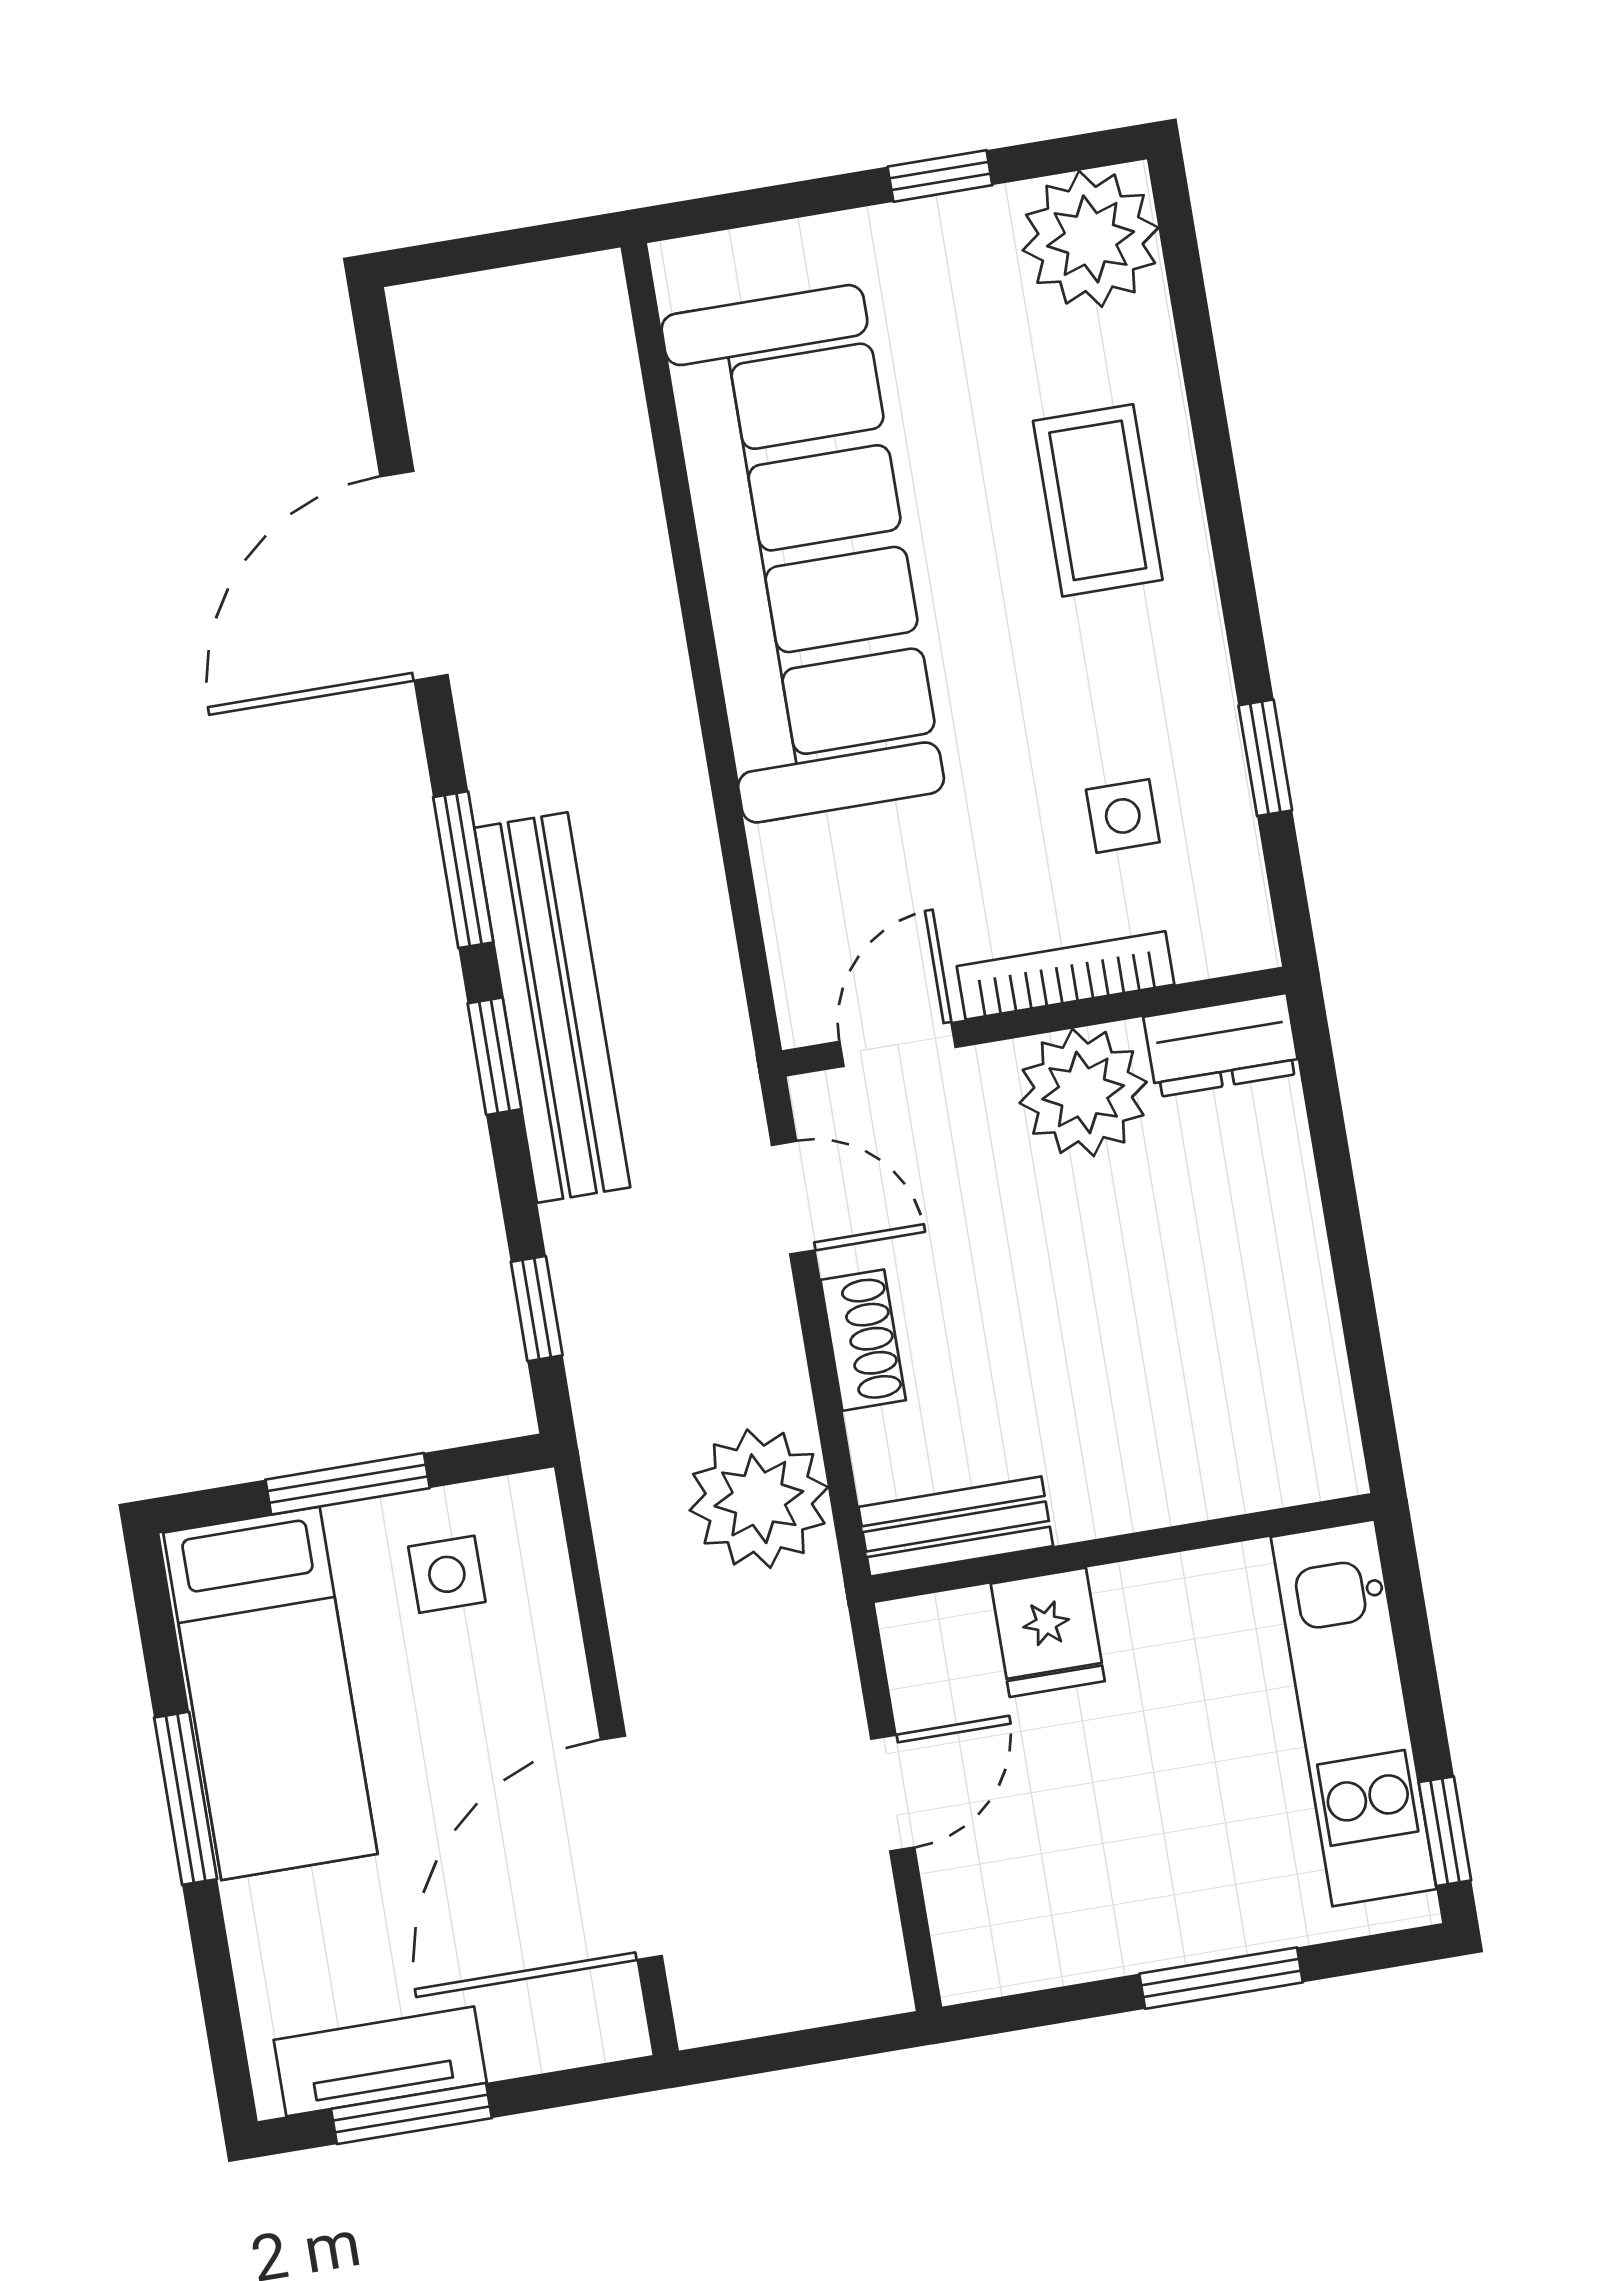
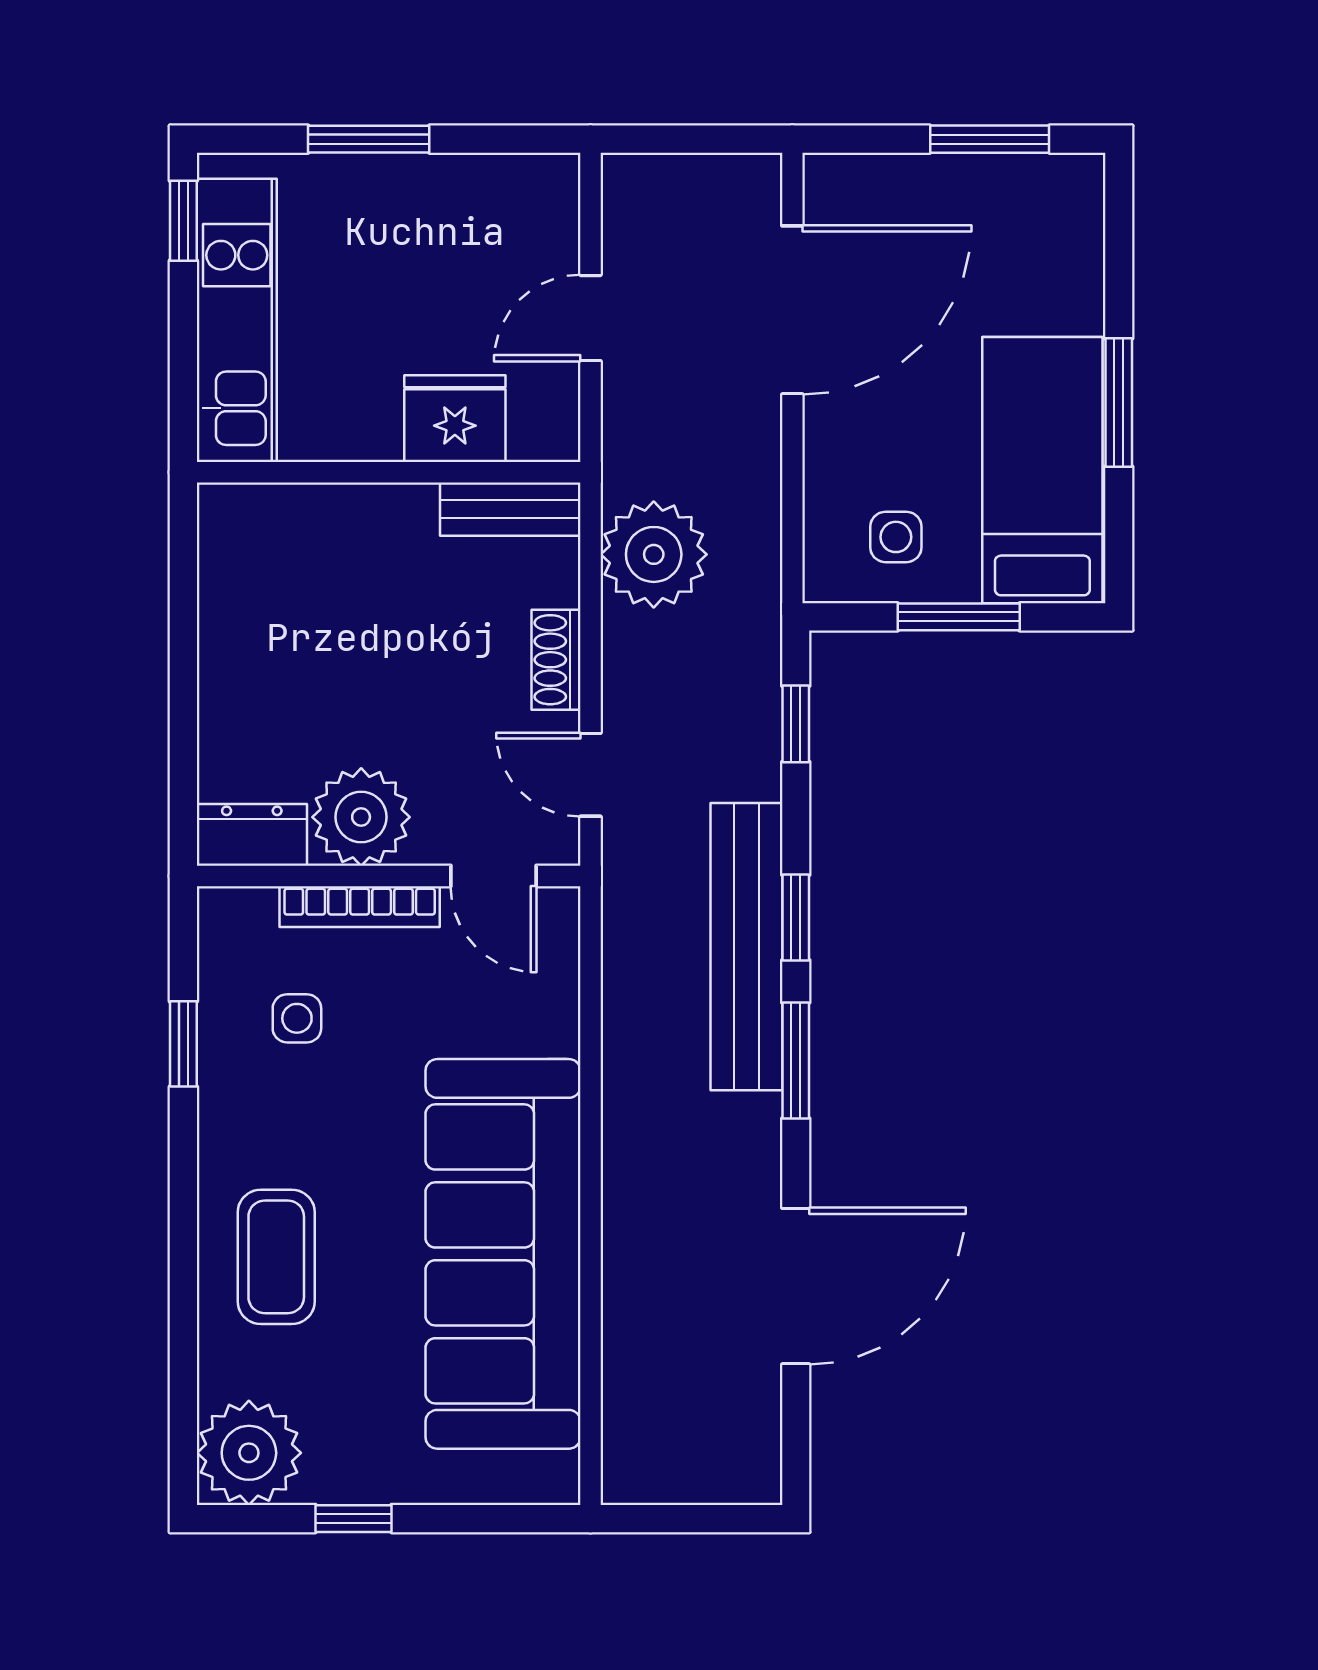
door: (898, 1044) -> (494, 876), hinge flipped
fridge: (1048, 1632) -> (455, 419), width x1.38
tv unit: (380, 2061) -> (1006, 182), removed

